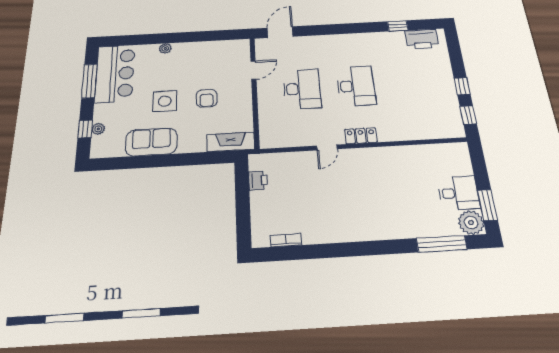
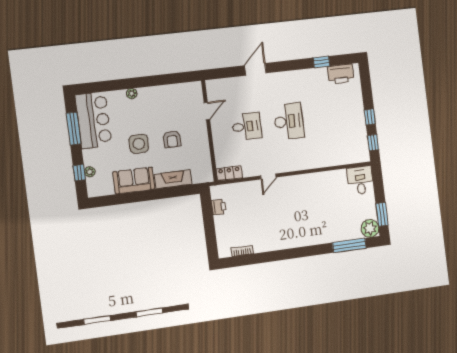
door: (280, 32) -> (255, 69), moved
desk: (302, 89) -> (247, 126), width x0.73
locker: (361, 136) -> (229, 173), moved
fireplace: (231, 142) -> (173, 179), moved
desk: (459, 193) -> (360, 180), moved, turned -90

